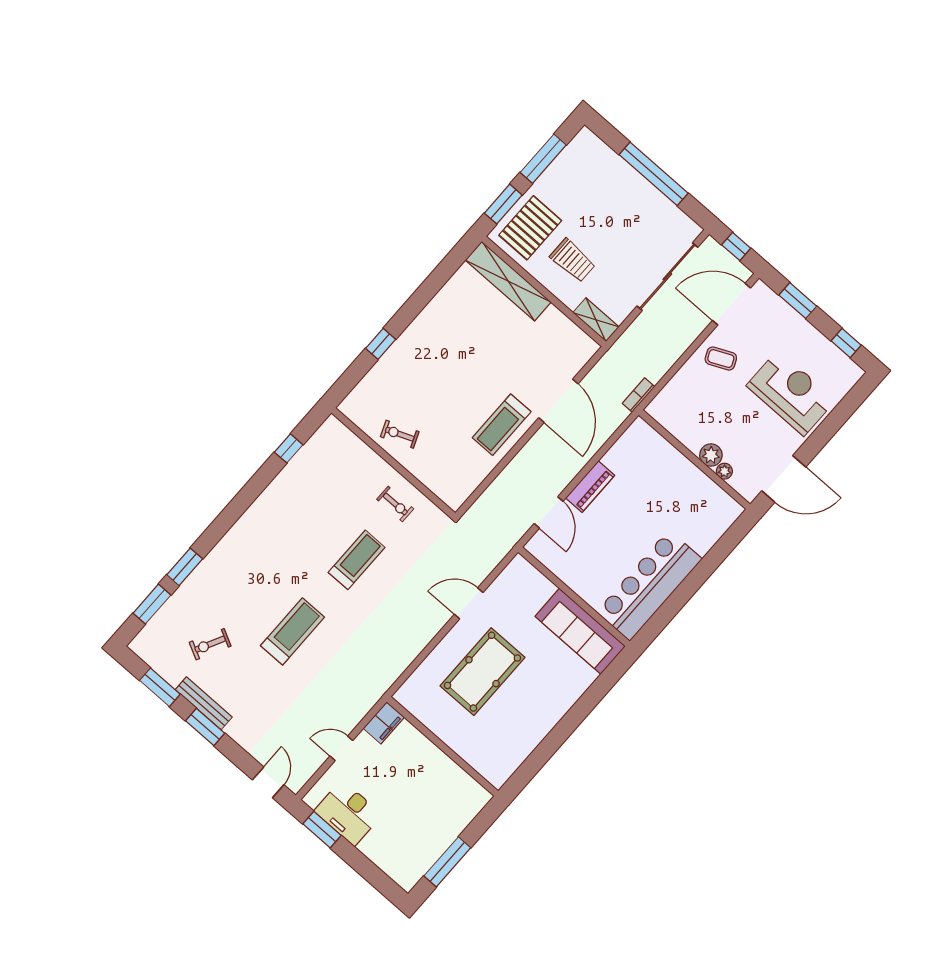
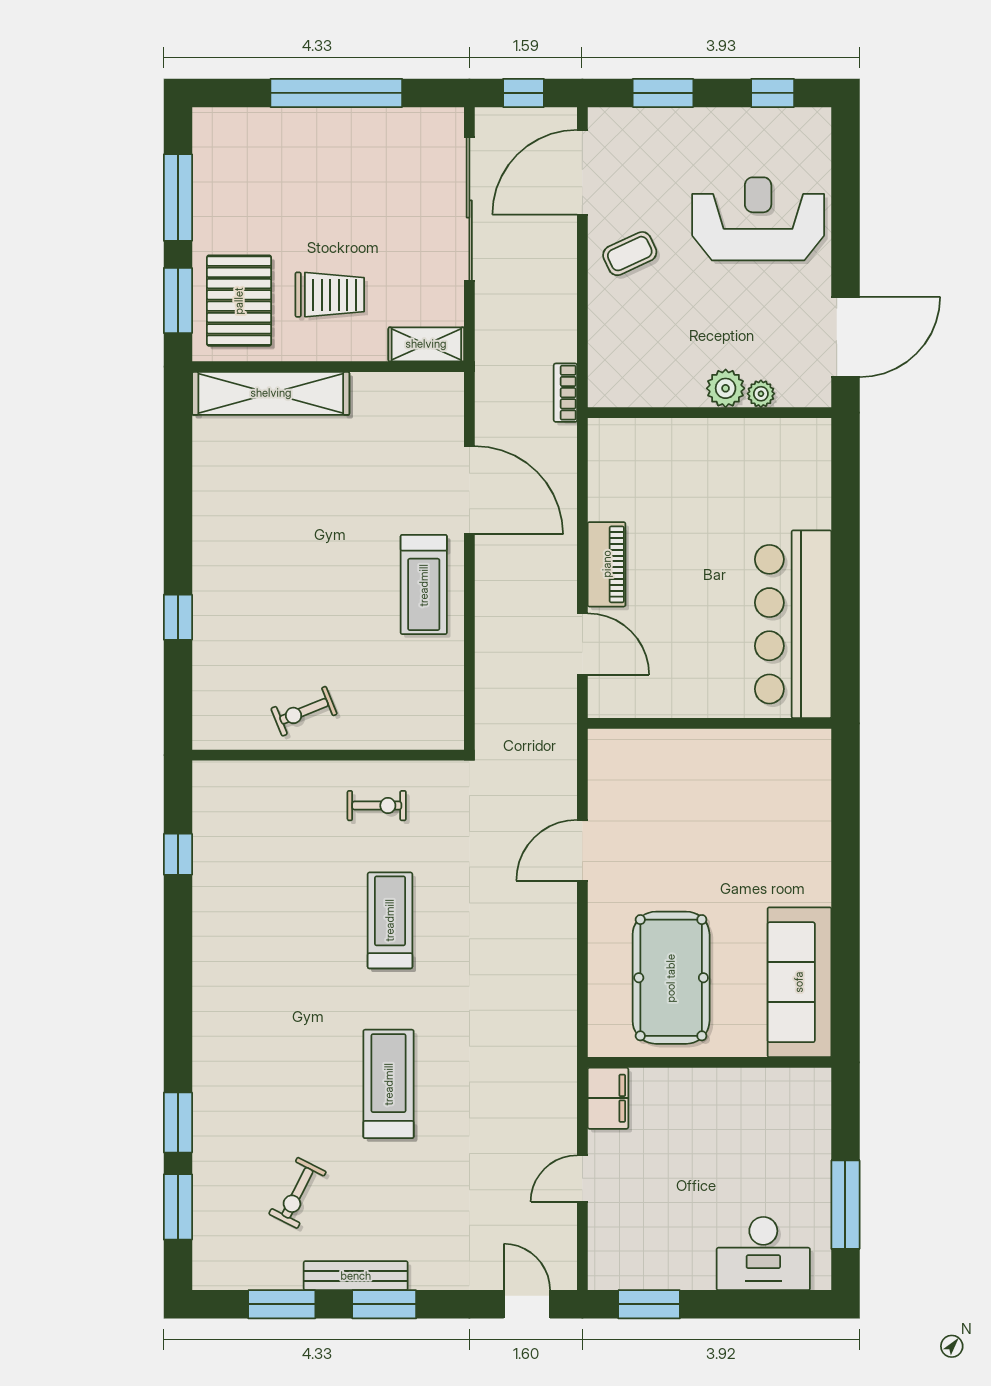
sofa: (580, 631) -> (799, 982), moved, turned 90
pool table: (482, 672) -> (671, 978), moved
desk: (348, 813) -> (763, 1254), moved

